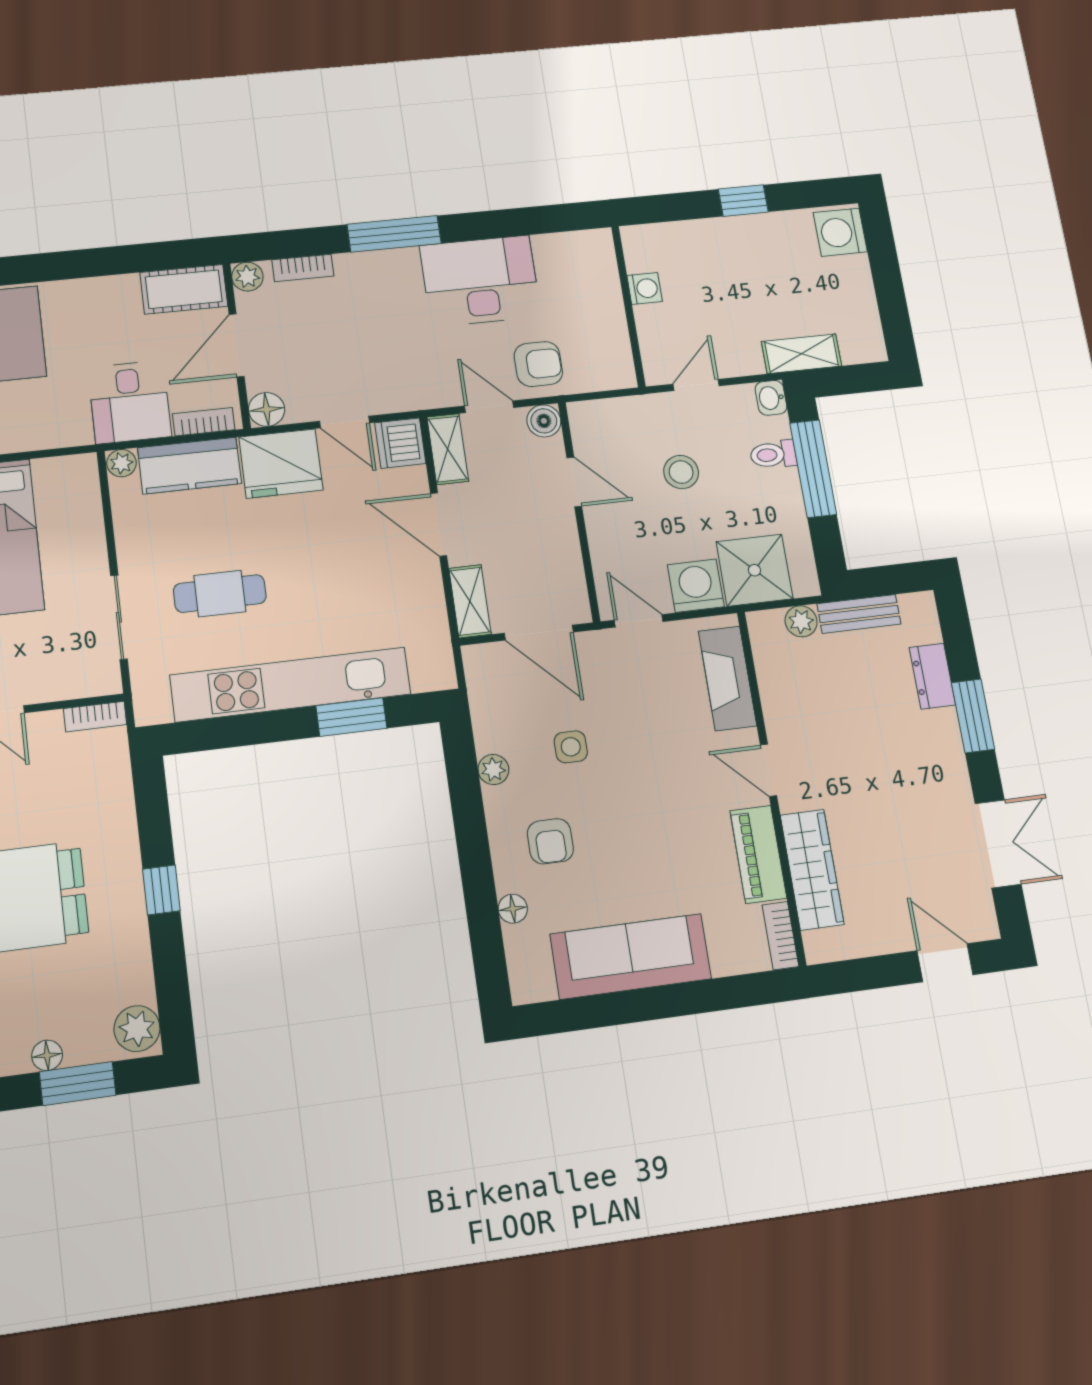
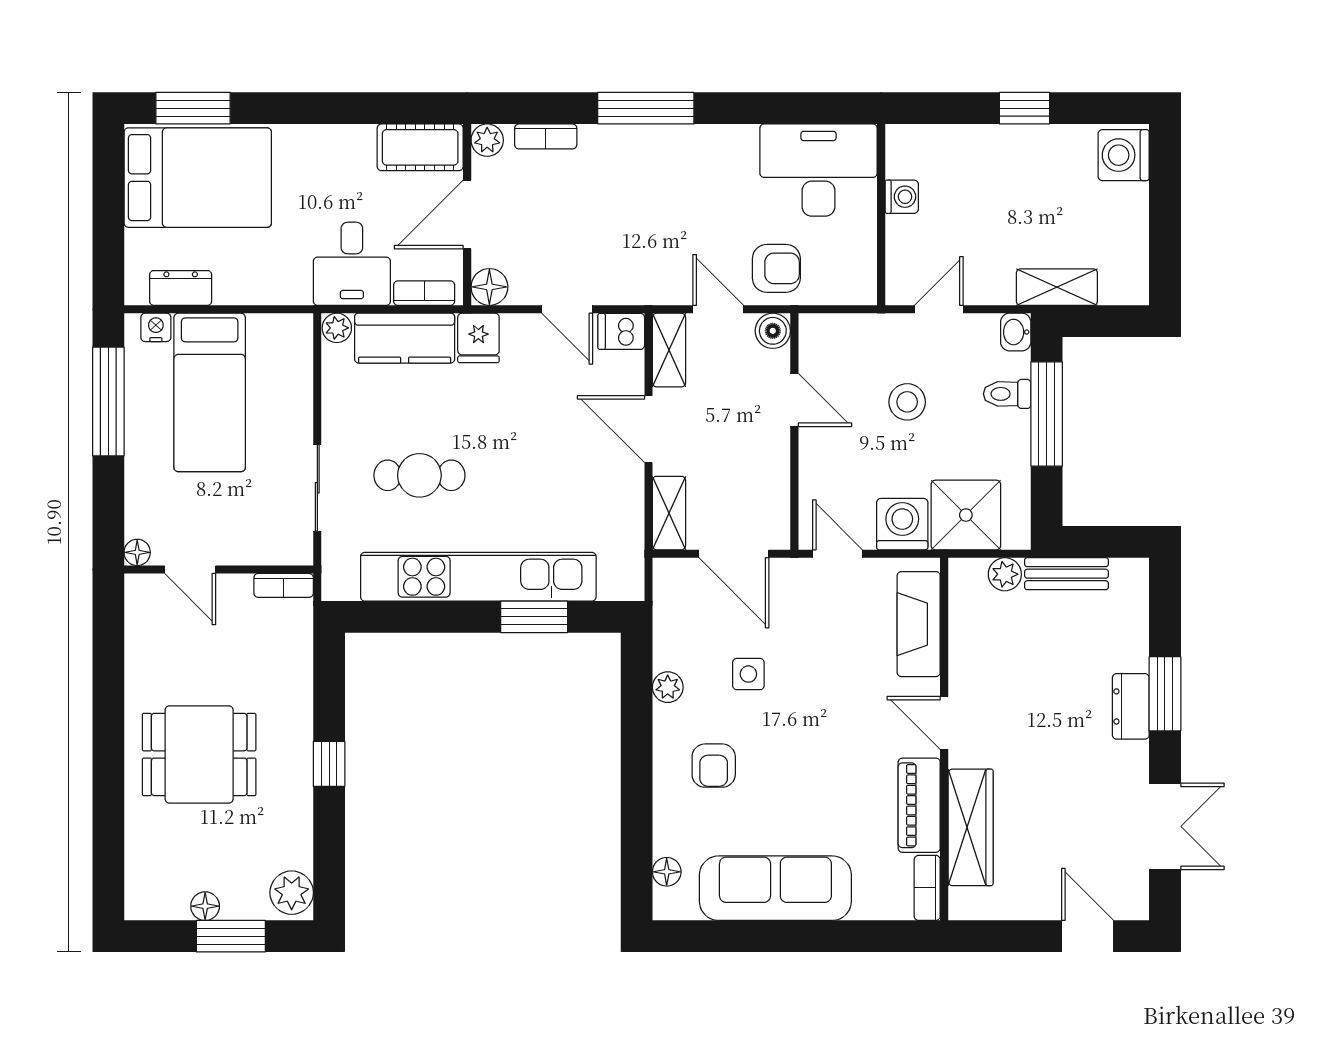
desk: (480, 281) -> (819, 170), moved
dishwasher: (400, 443) -> (621, 331), width x0.73
fridge: (281, 464) -> (478, 338), width x0.53, depth x0.75
dresser: (932, 676) -> (1131, 706), moved
floor lamp: (513, 909) -> (667, 872), moved

